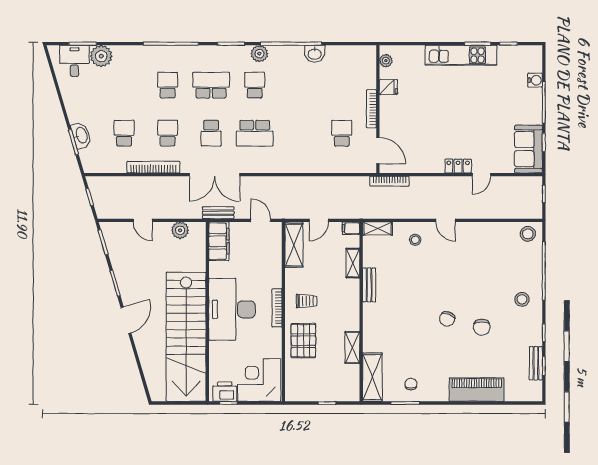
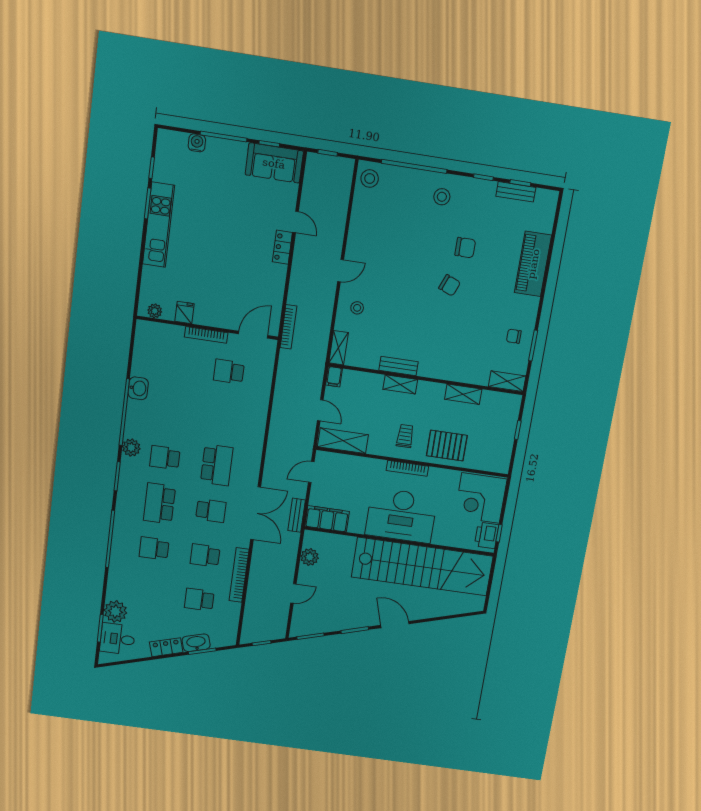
locker: (73, 108) -> (166, 647), added
shelving: (353, 263) -> (400, 384), moved
shelving: (372, 377) -> (507, 381), width x0.67, depth x0.75

